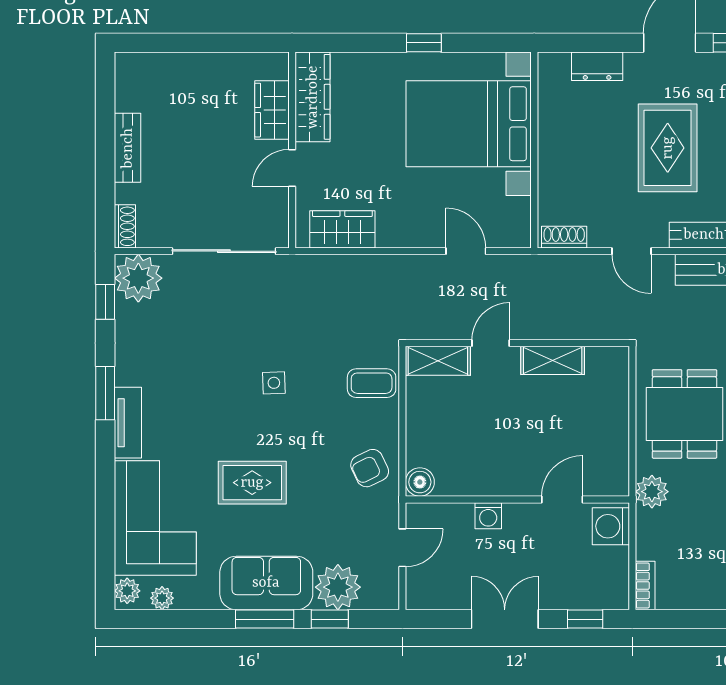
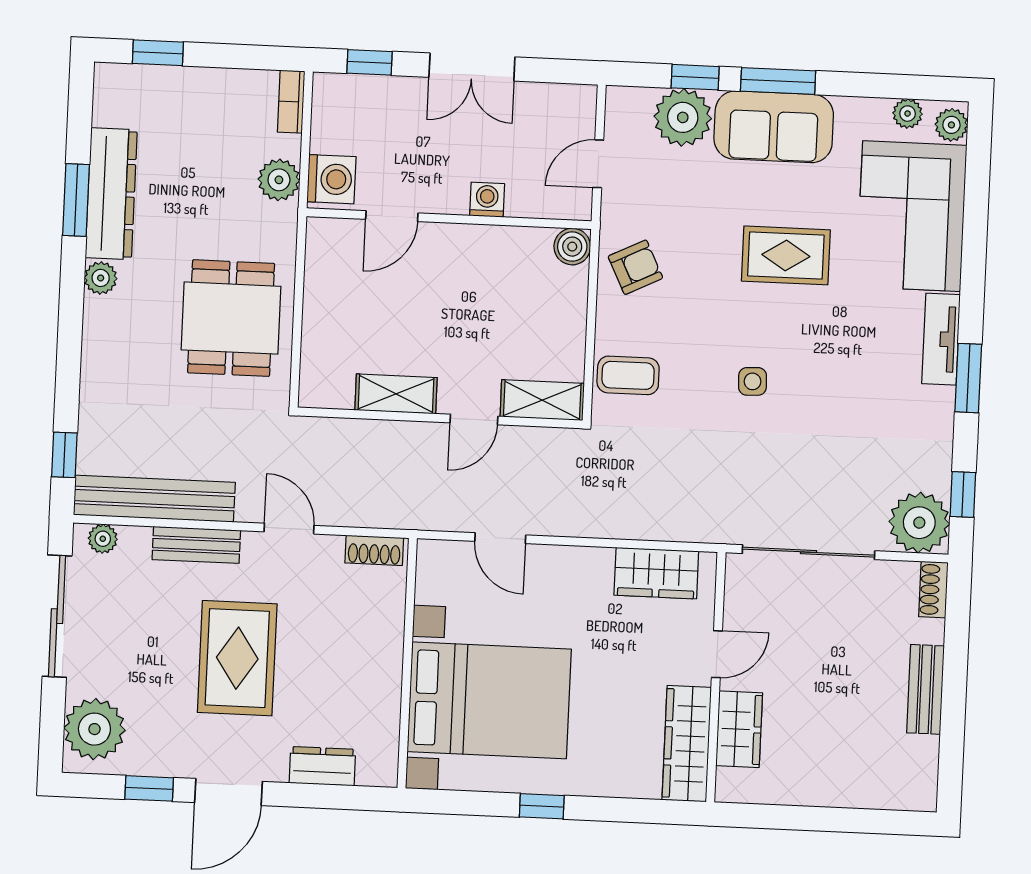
plant: (652, 492) -> (279, 180), moved

